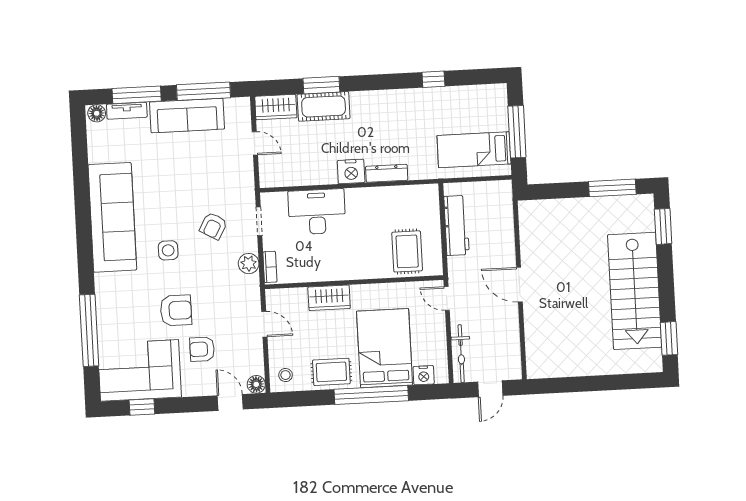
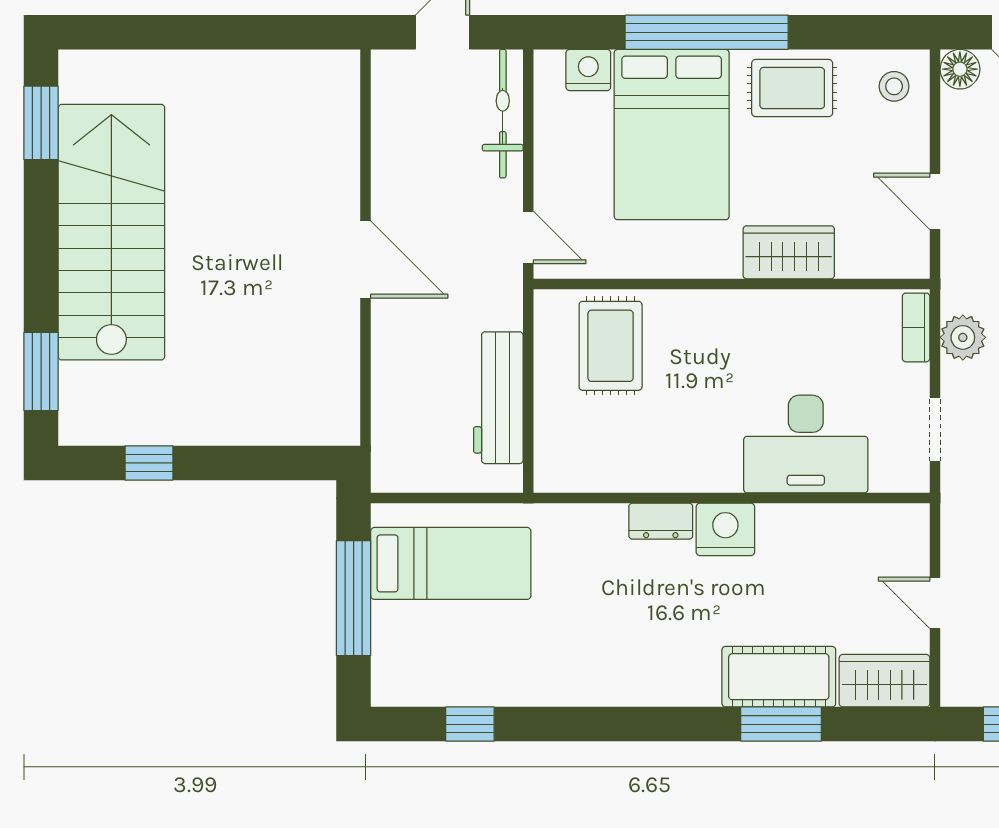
window: (433, 79) -> (470, 724), moved
dresser: (387, 173) -> (661, 521), width x0.70
window: (612, 188) -> (149, 463), width x0.46

